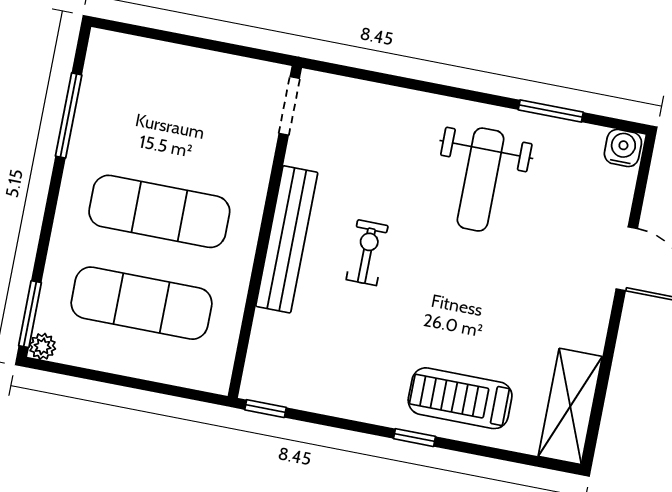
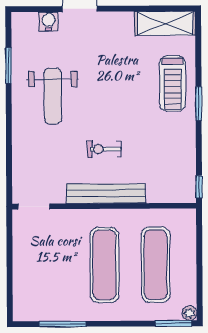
water cooler: (623, 148) -> (48, 21), moved, turned 90
weight bench: (481, 180) -> (53, 96), turned 90
window: (415, 438) -> (199, 104), width x1.50

